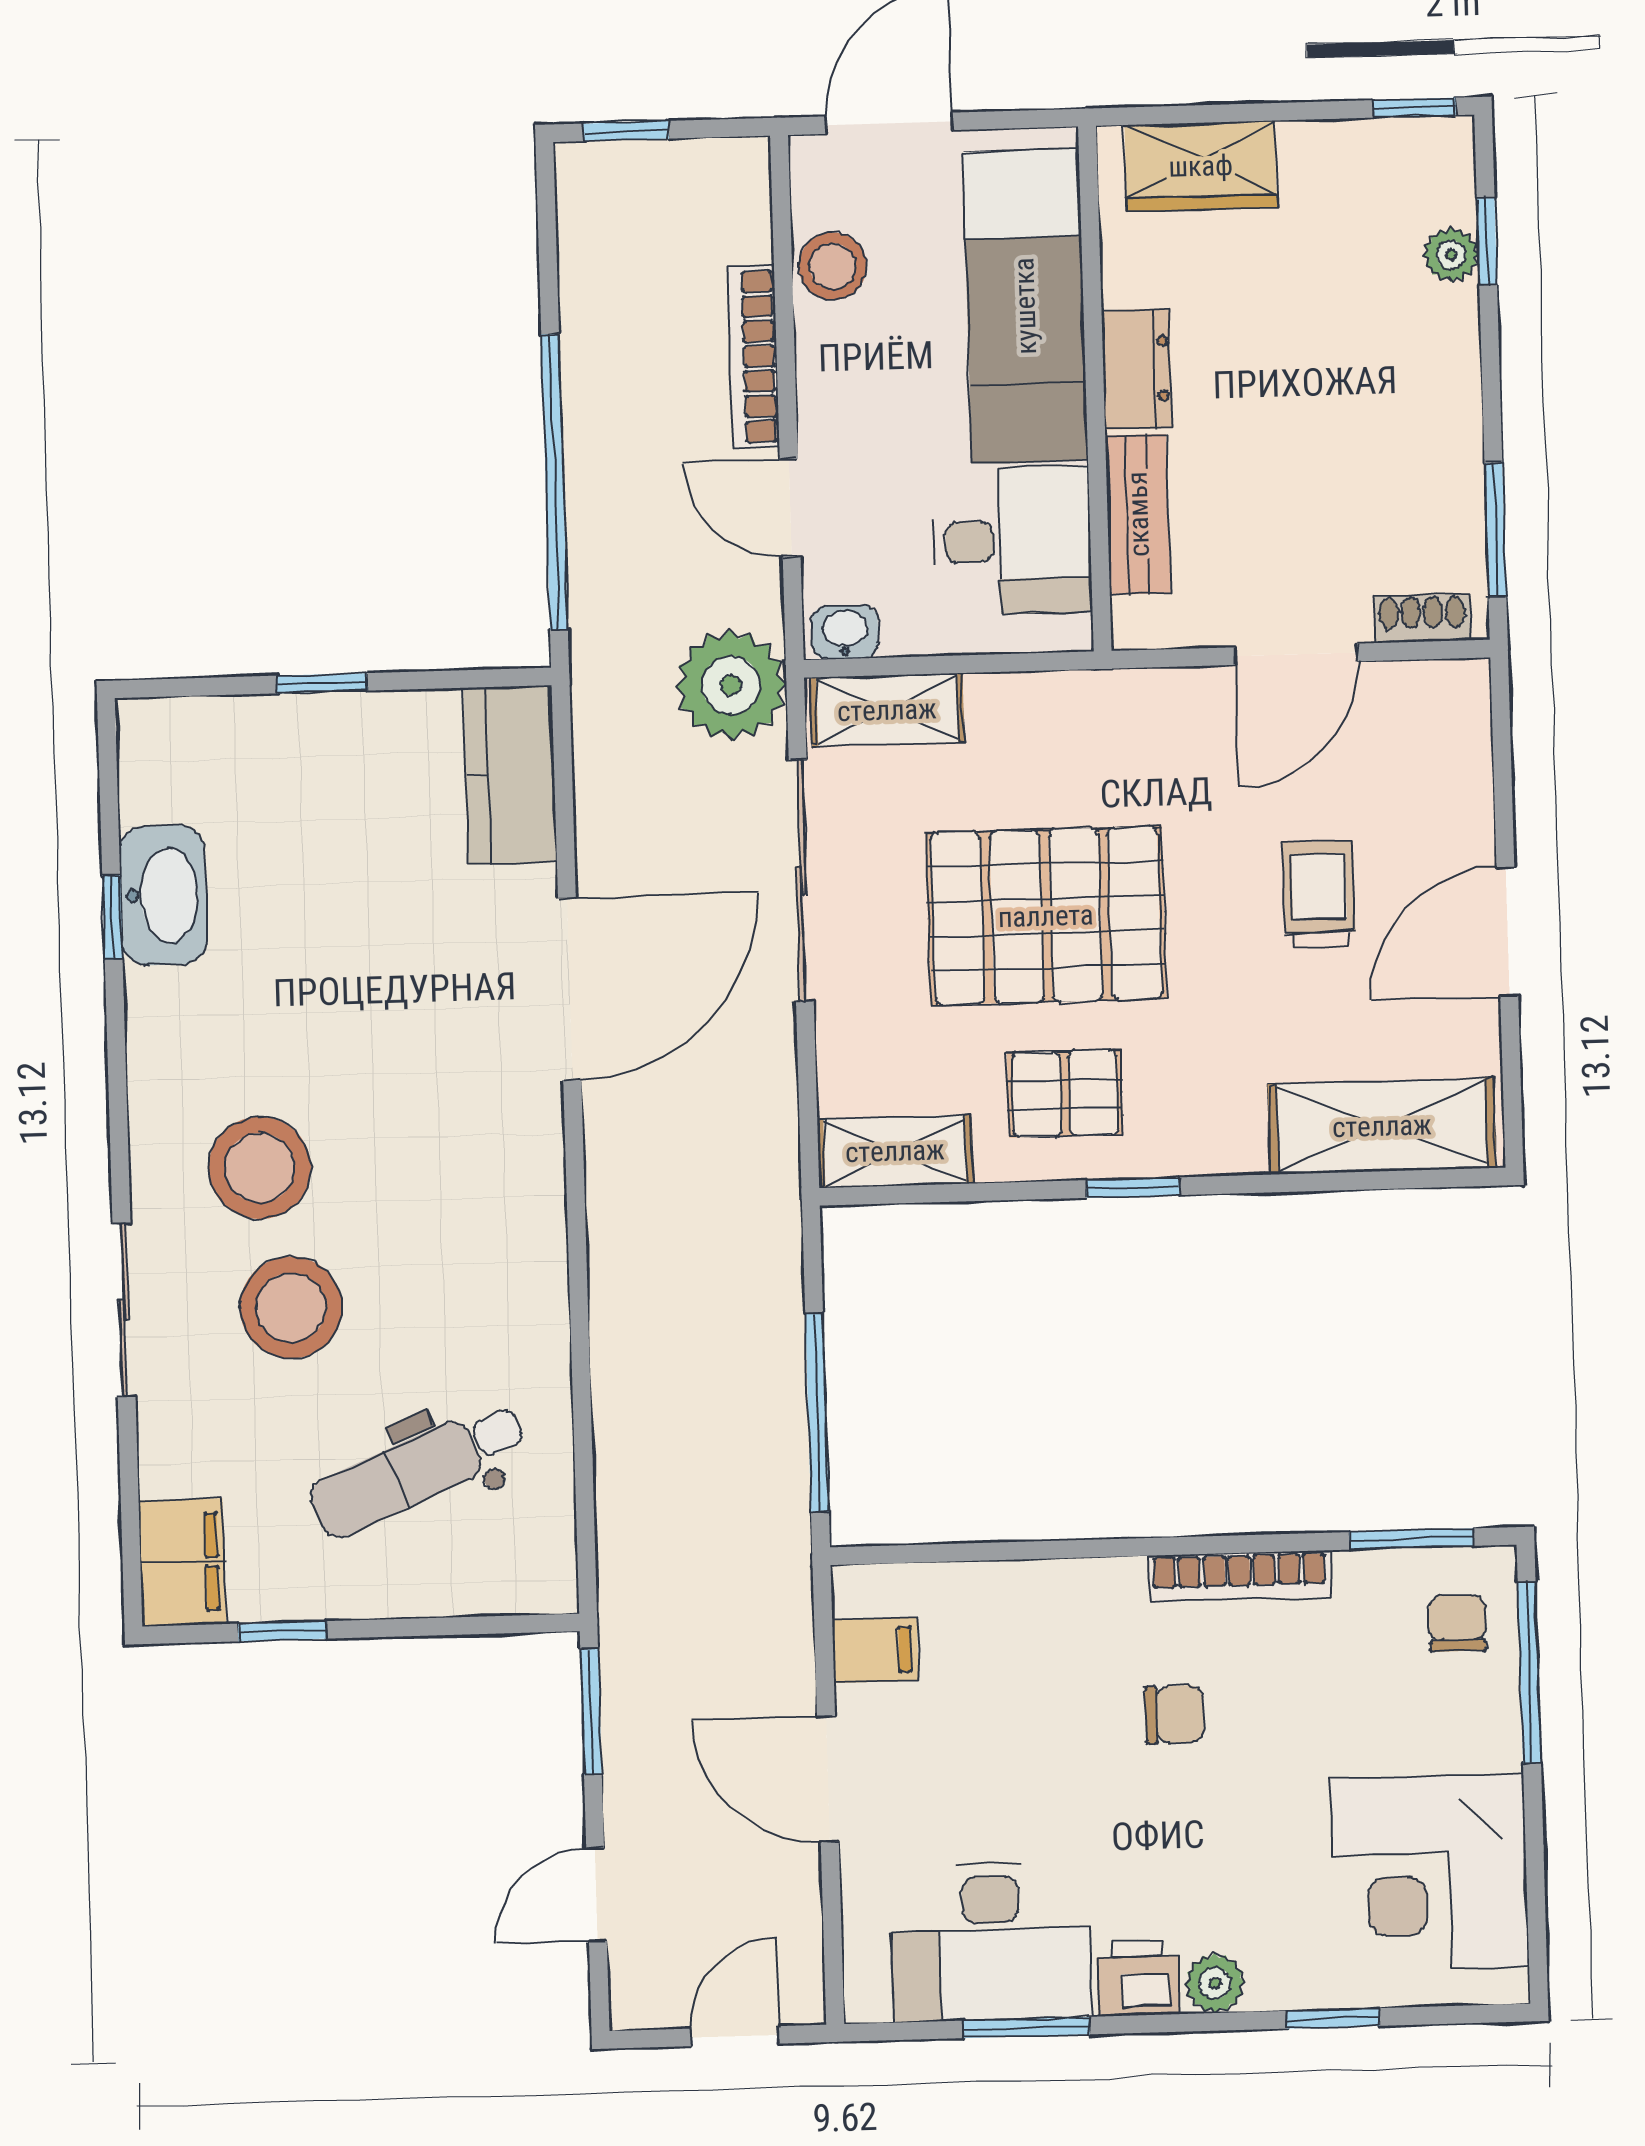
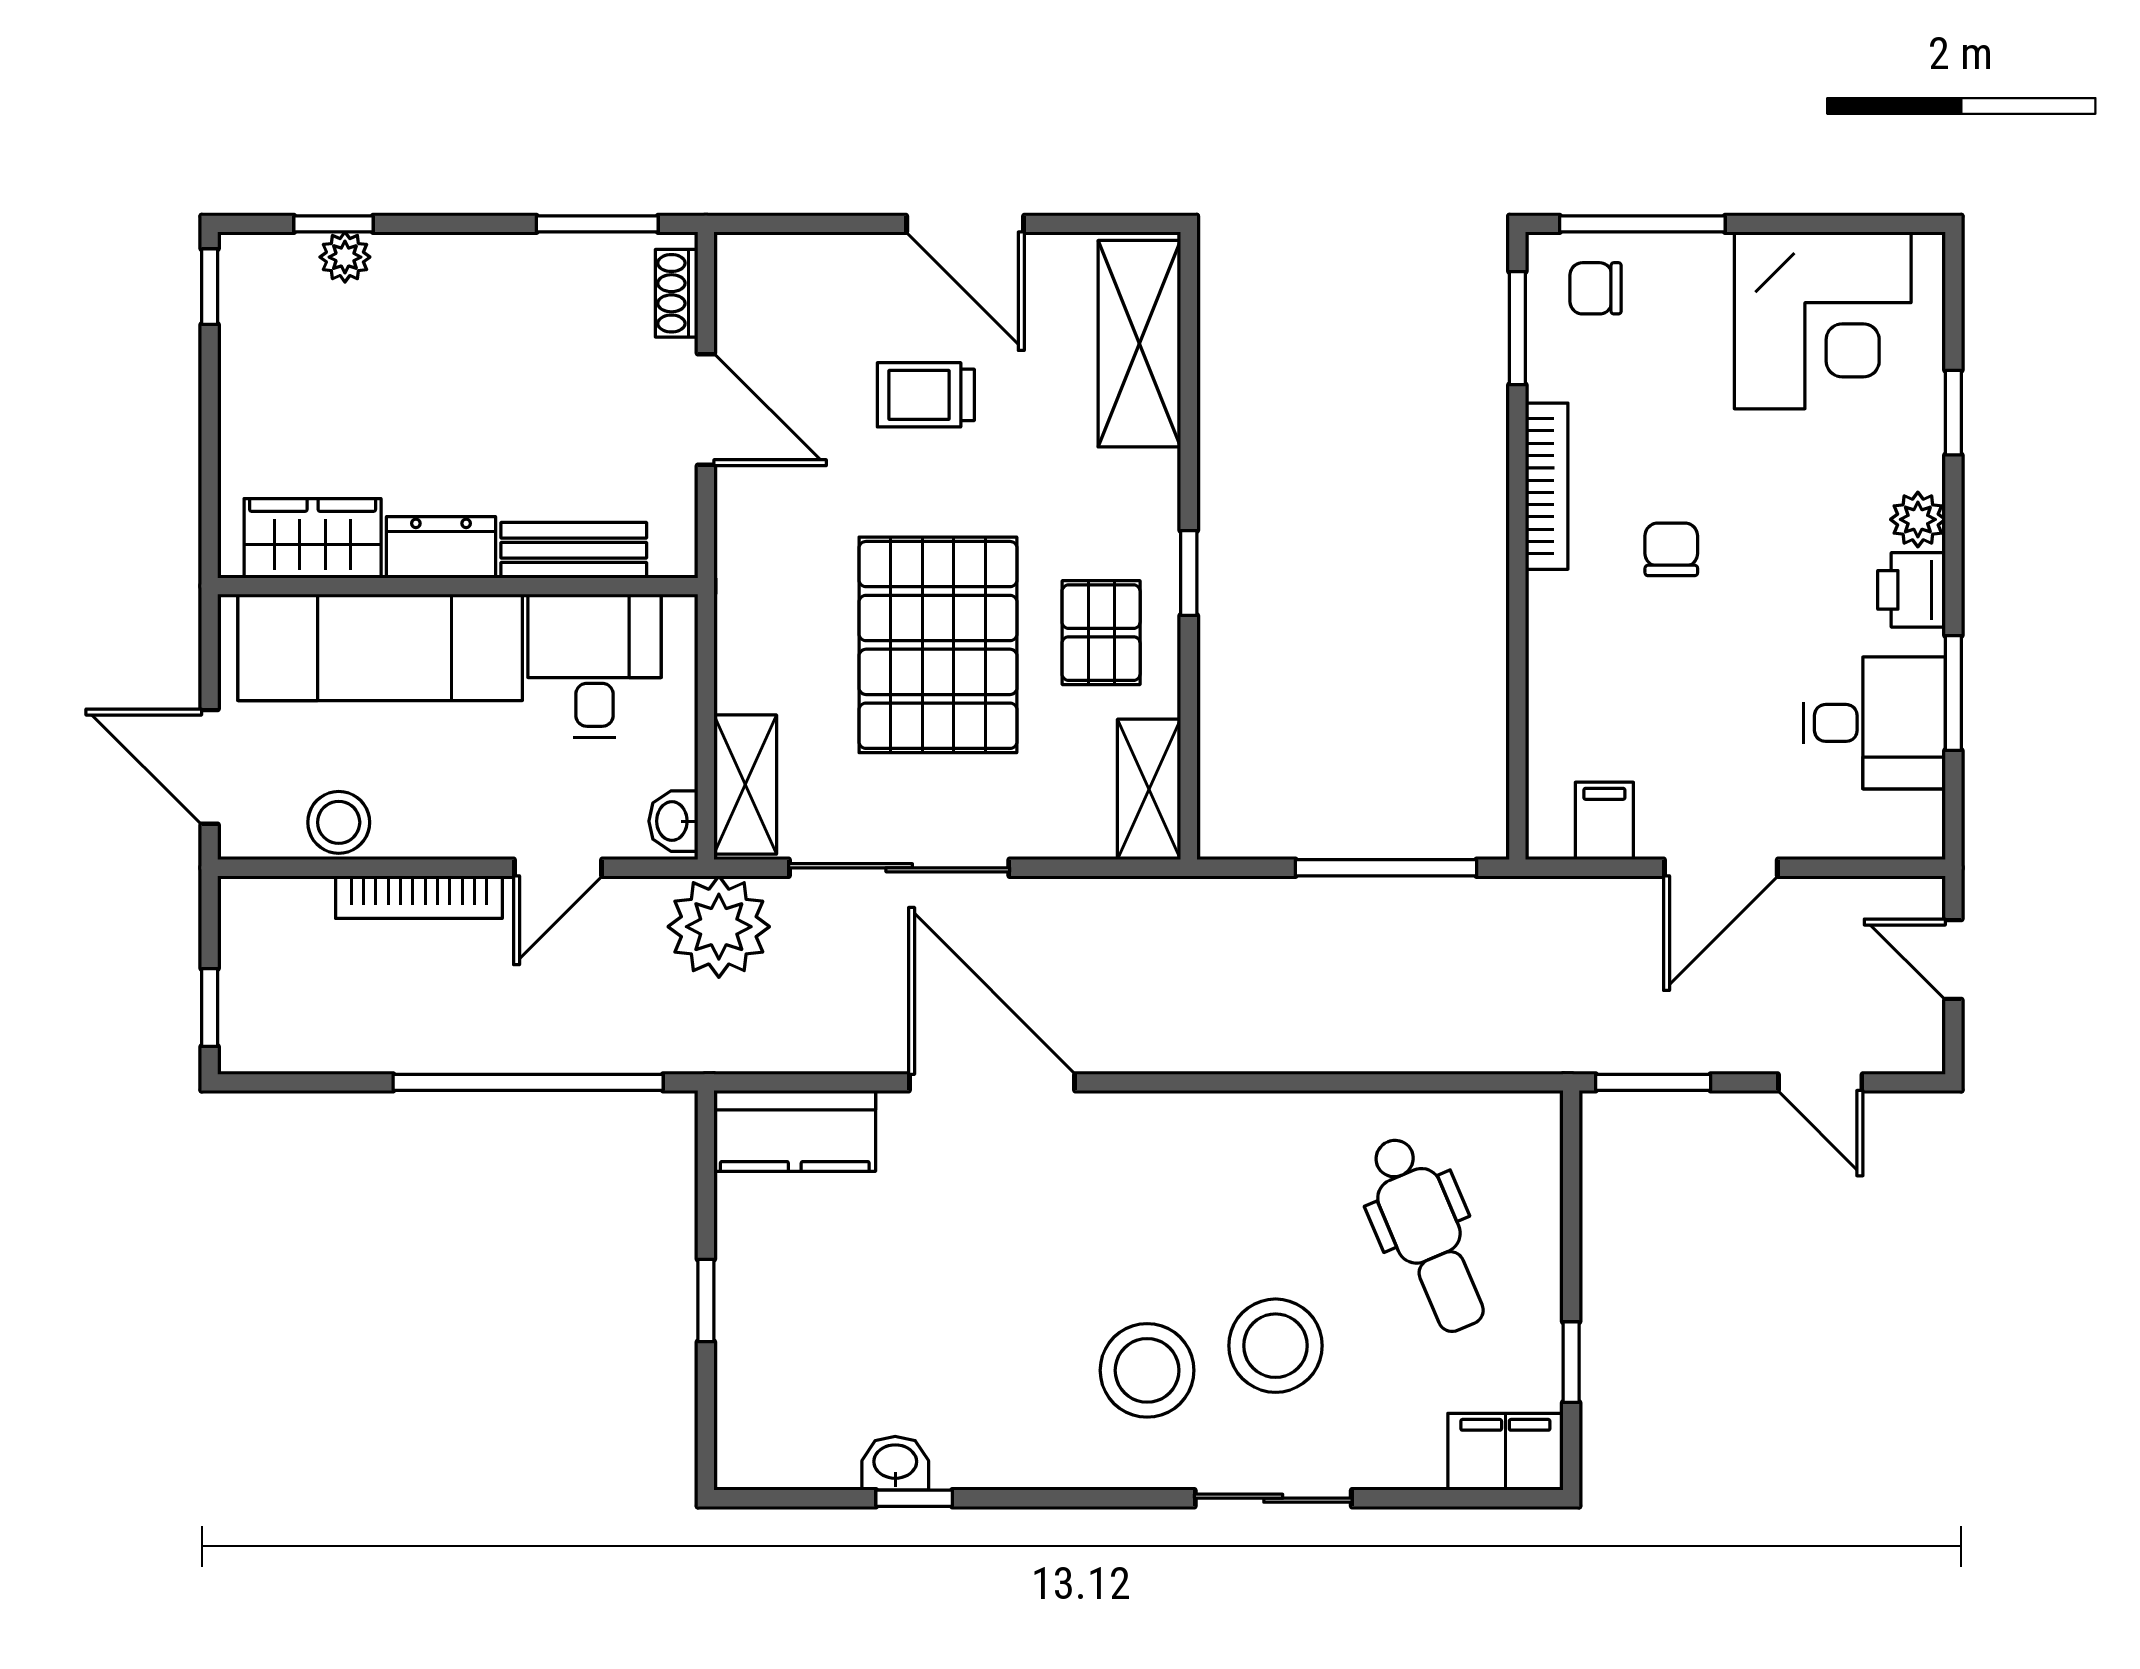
wardrobe: (1201, 166) -> (313, 538), moved, turned -90
washbasin: (163, 895) -> (895, 1463), width x0.52, depth x0.69
desk: (991, 1942) -> (1874, 723), width x0.73

